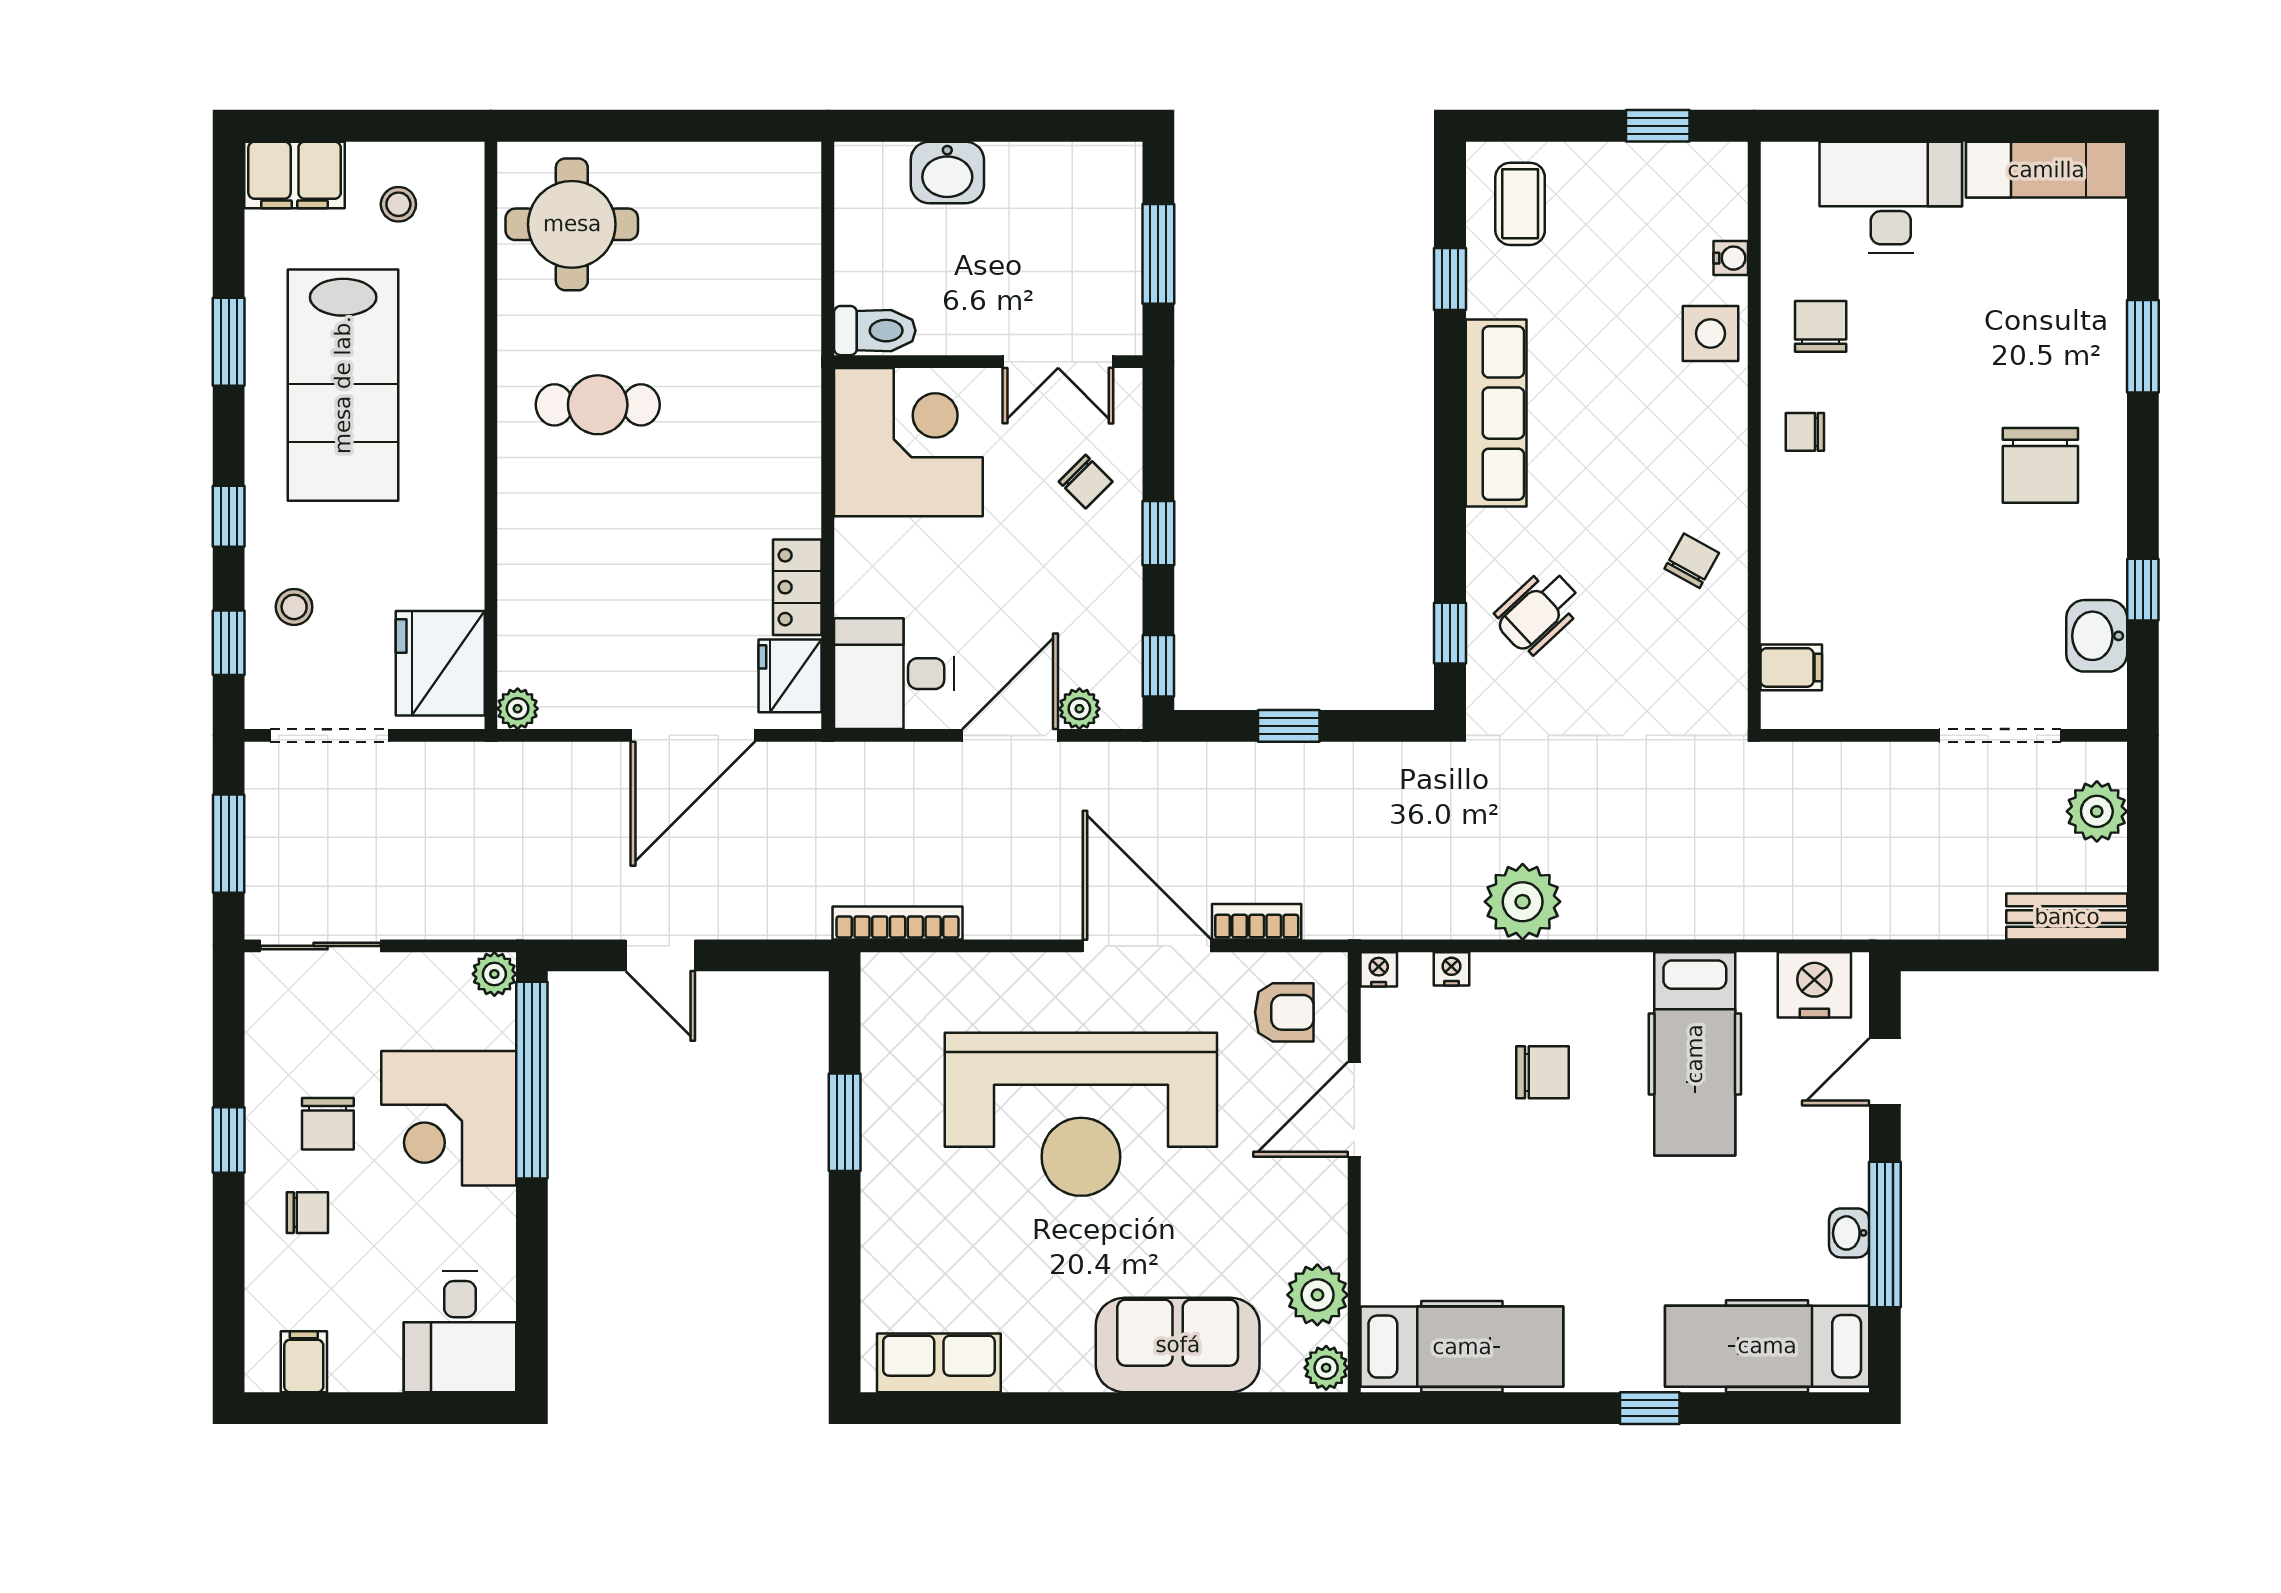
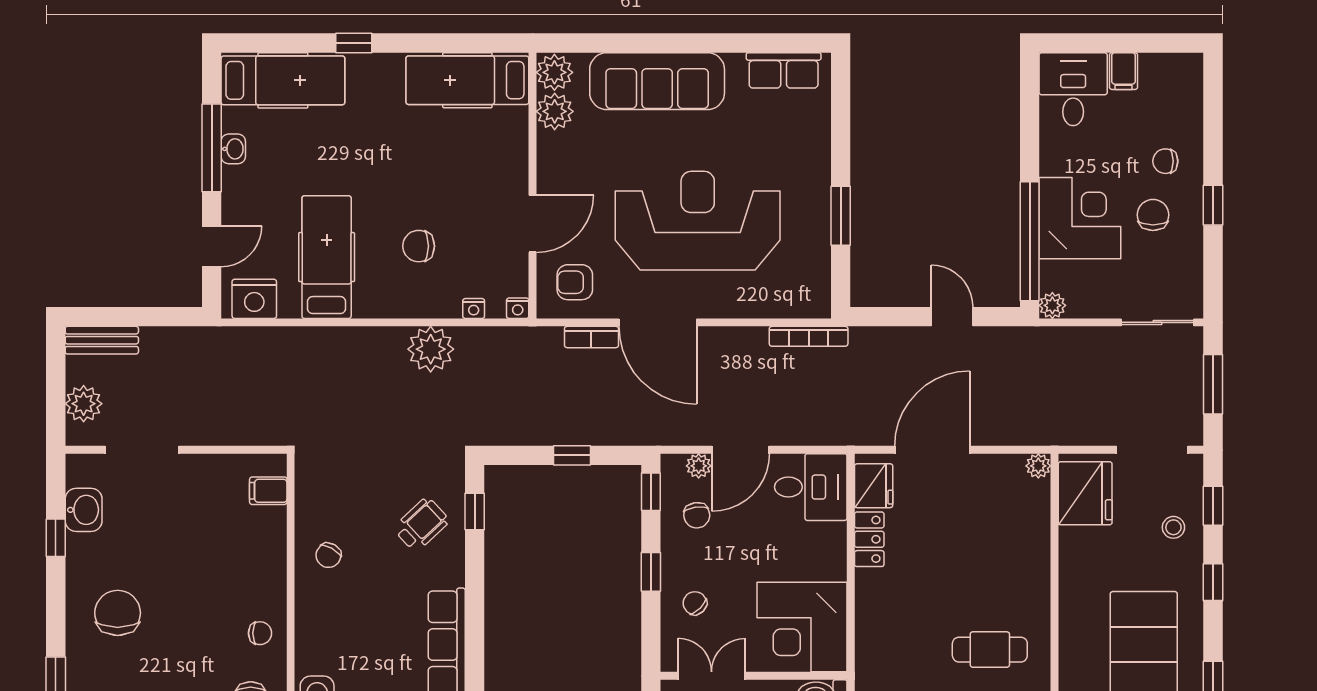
chair: (1083, 627) -> (697, 515), added
sofa: (1178, 1345) -> (657, 81), width x1.36
filing cabinet: (304, 1362) -> (1123, 71), moved
plant: (1326, 1368) -> (554, 72), width x1.38, depth x1.38

